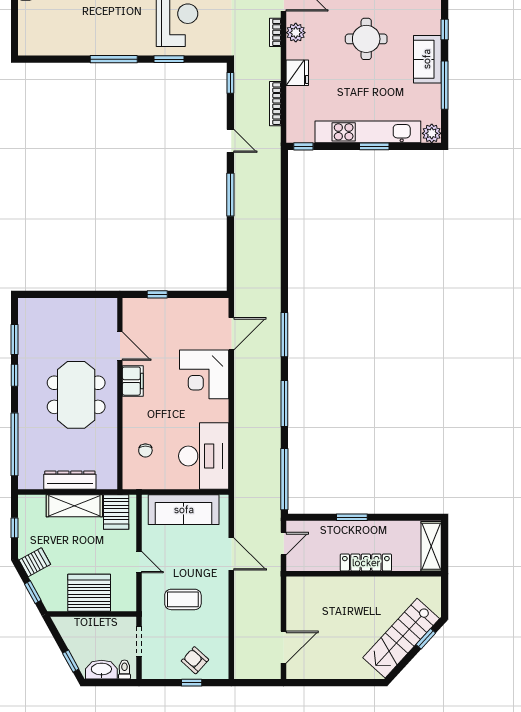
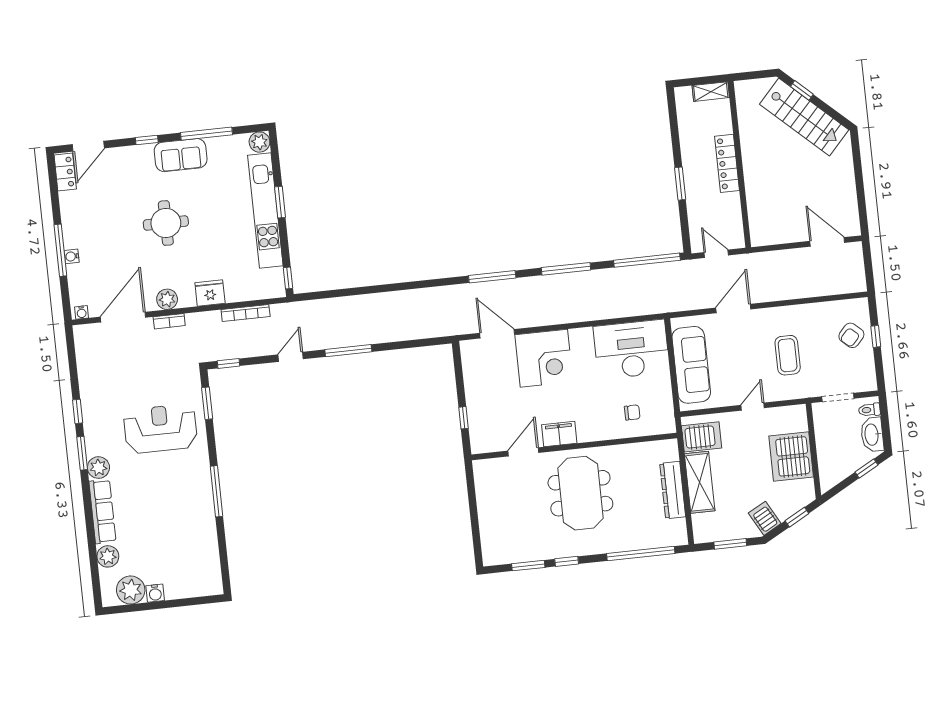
window: (169, 59) -> (207, 403), moved
meeting table: (76, 395) -> (580, 493), turned 90
window: (15, 528) -> (730, 544), width x1.50
shelving: (431, 546) -> (711, 92), width x0.67, depth x0.75

